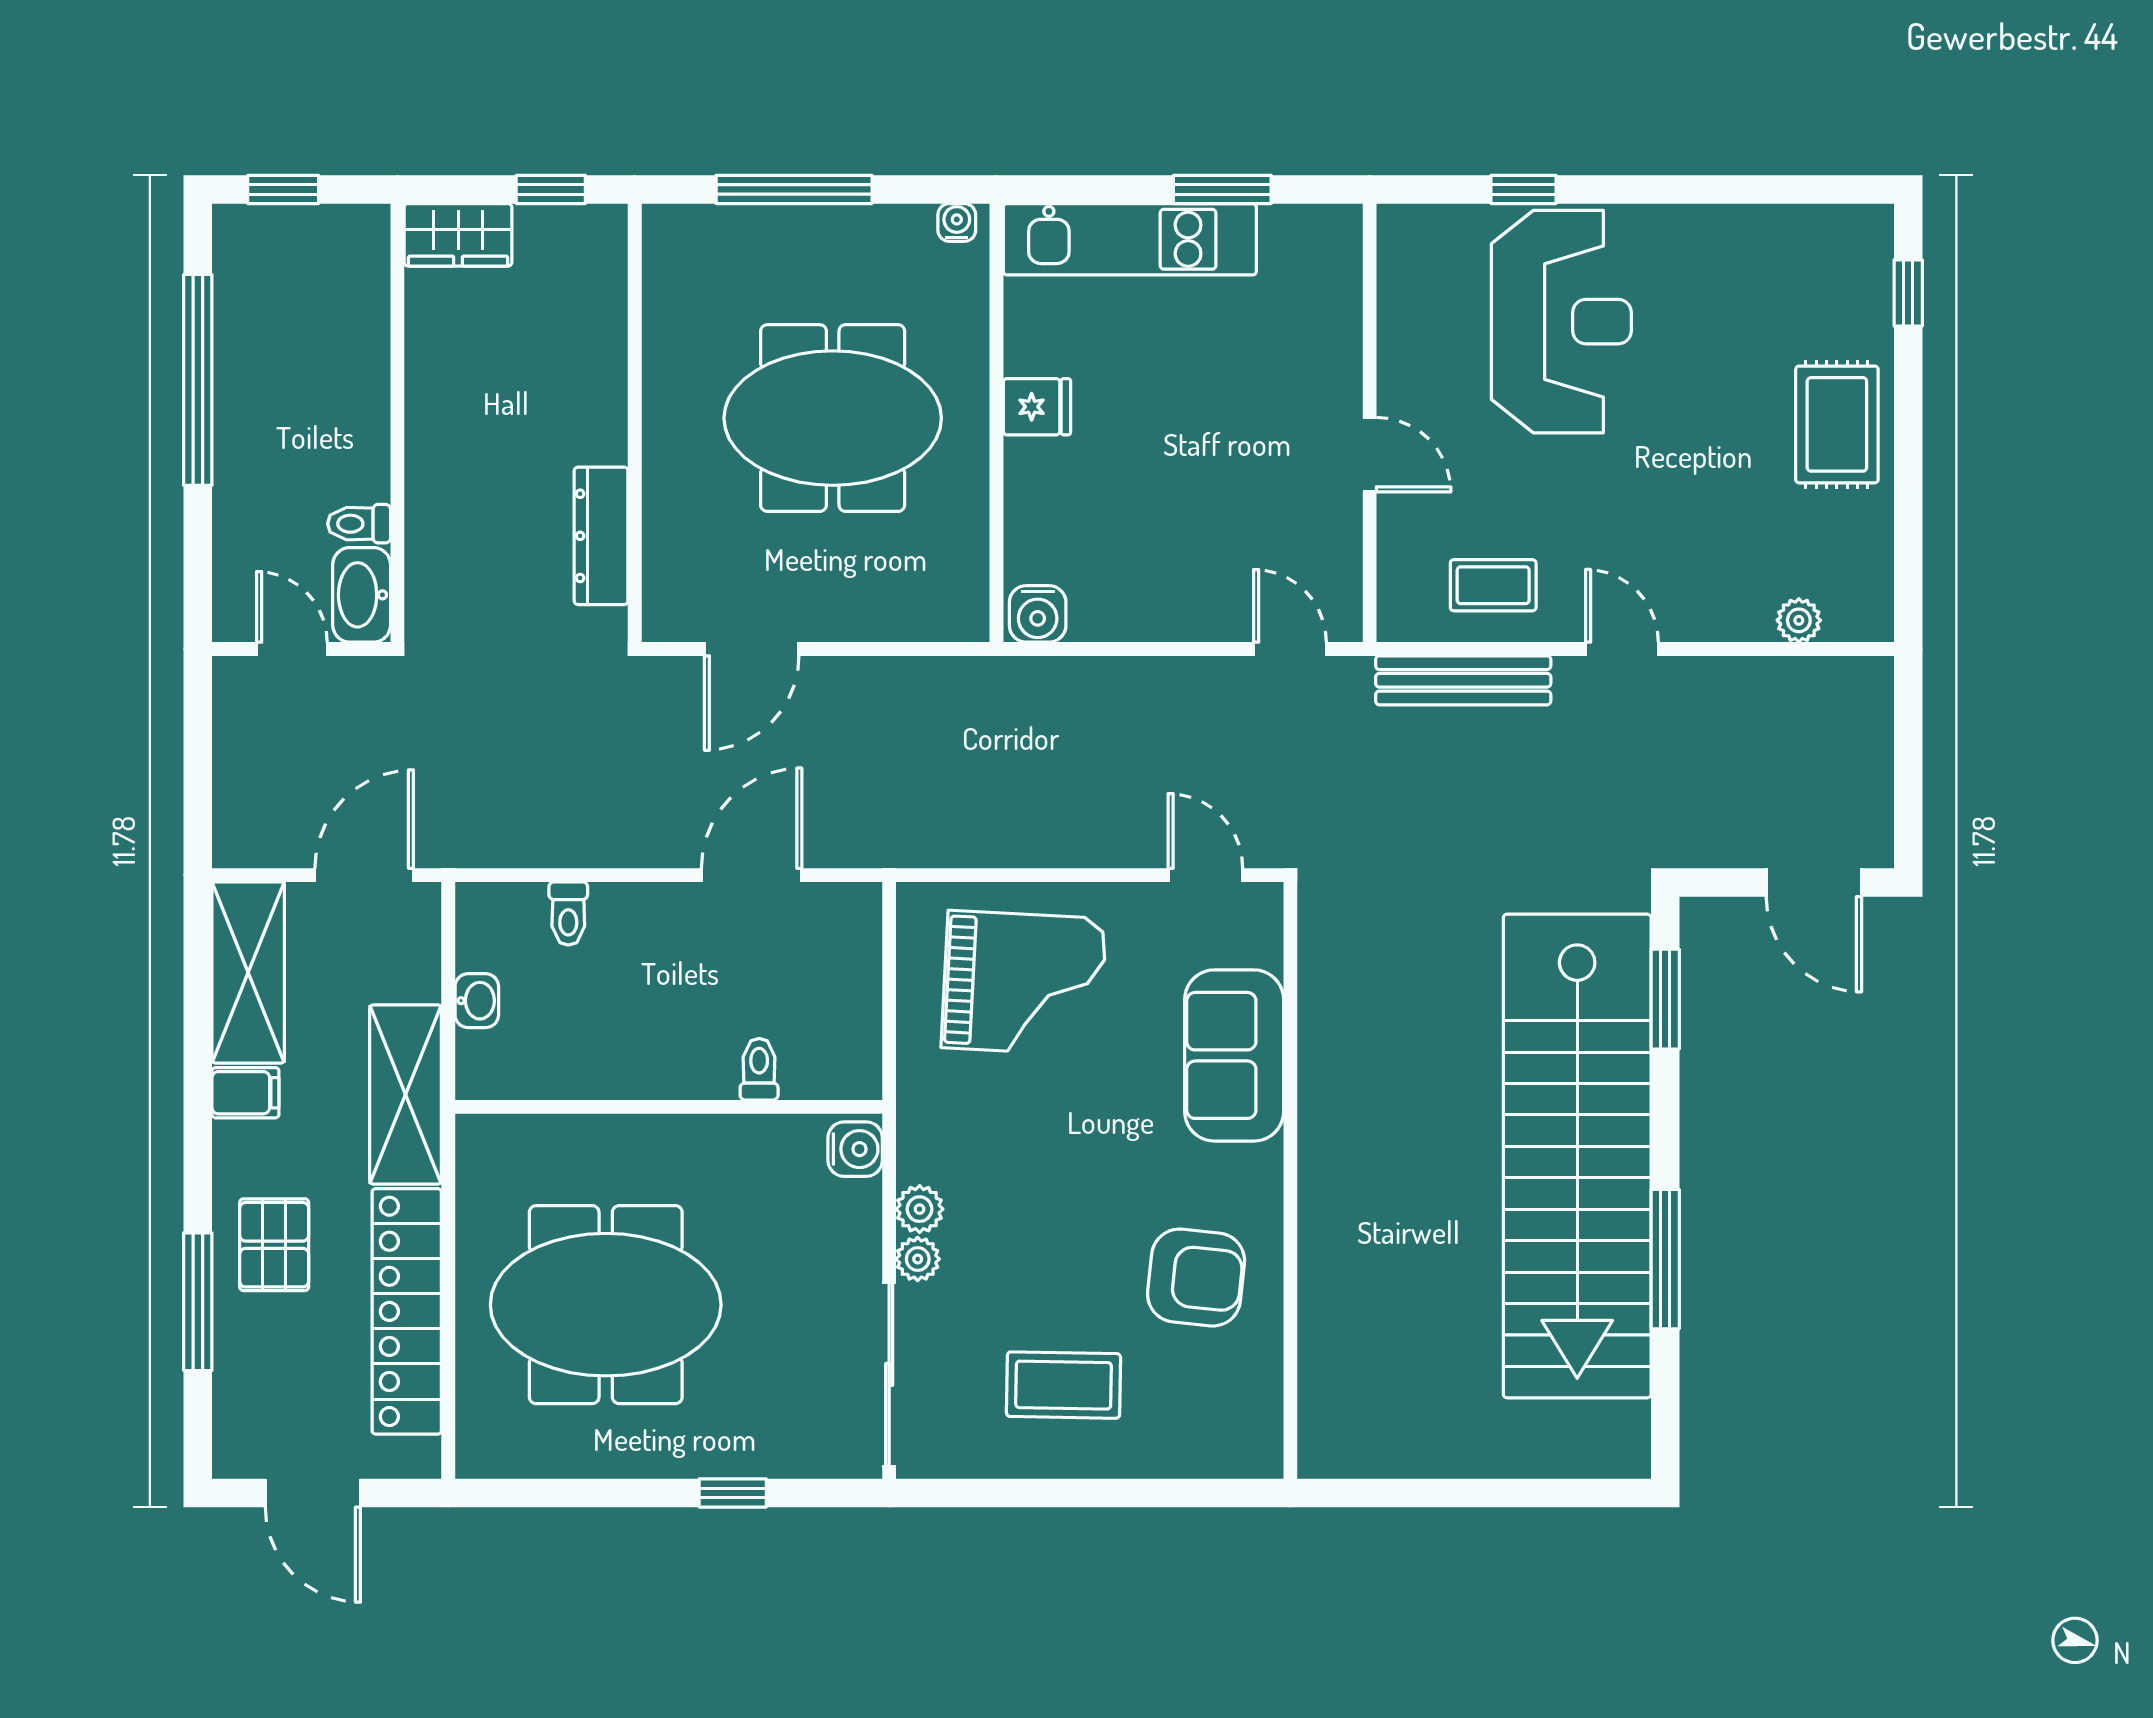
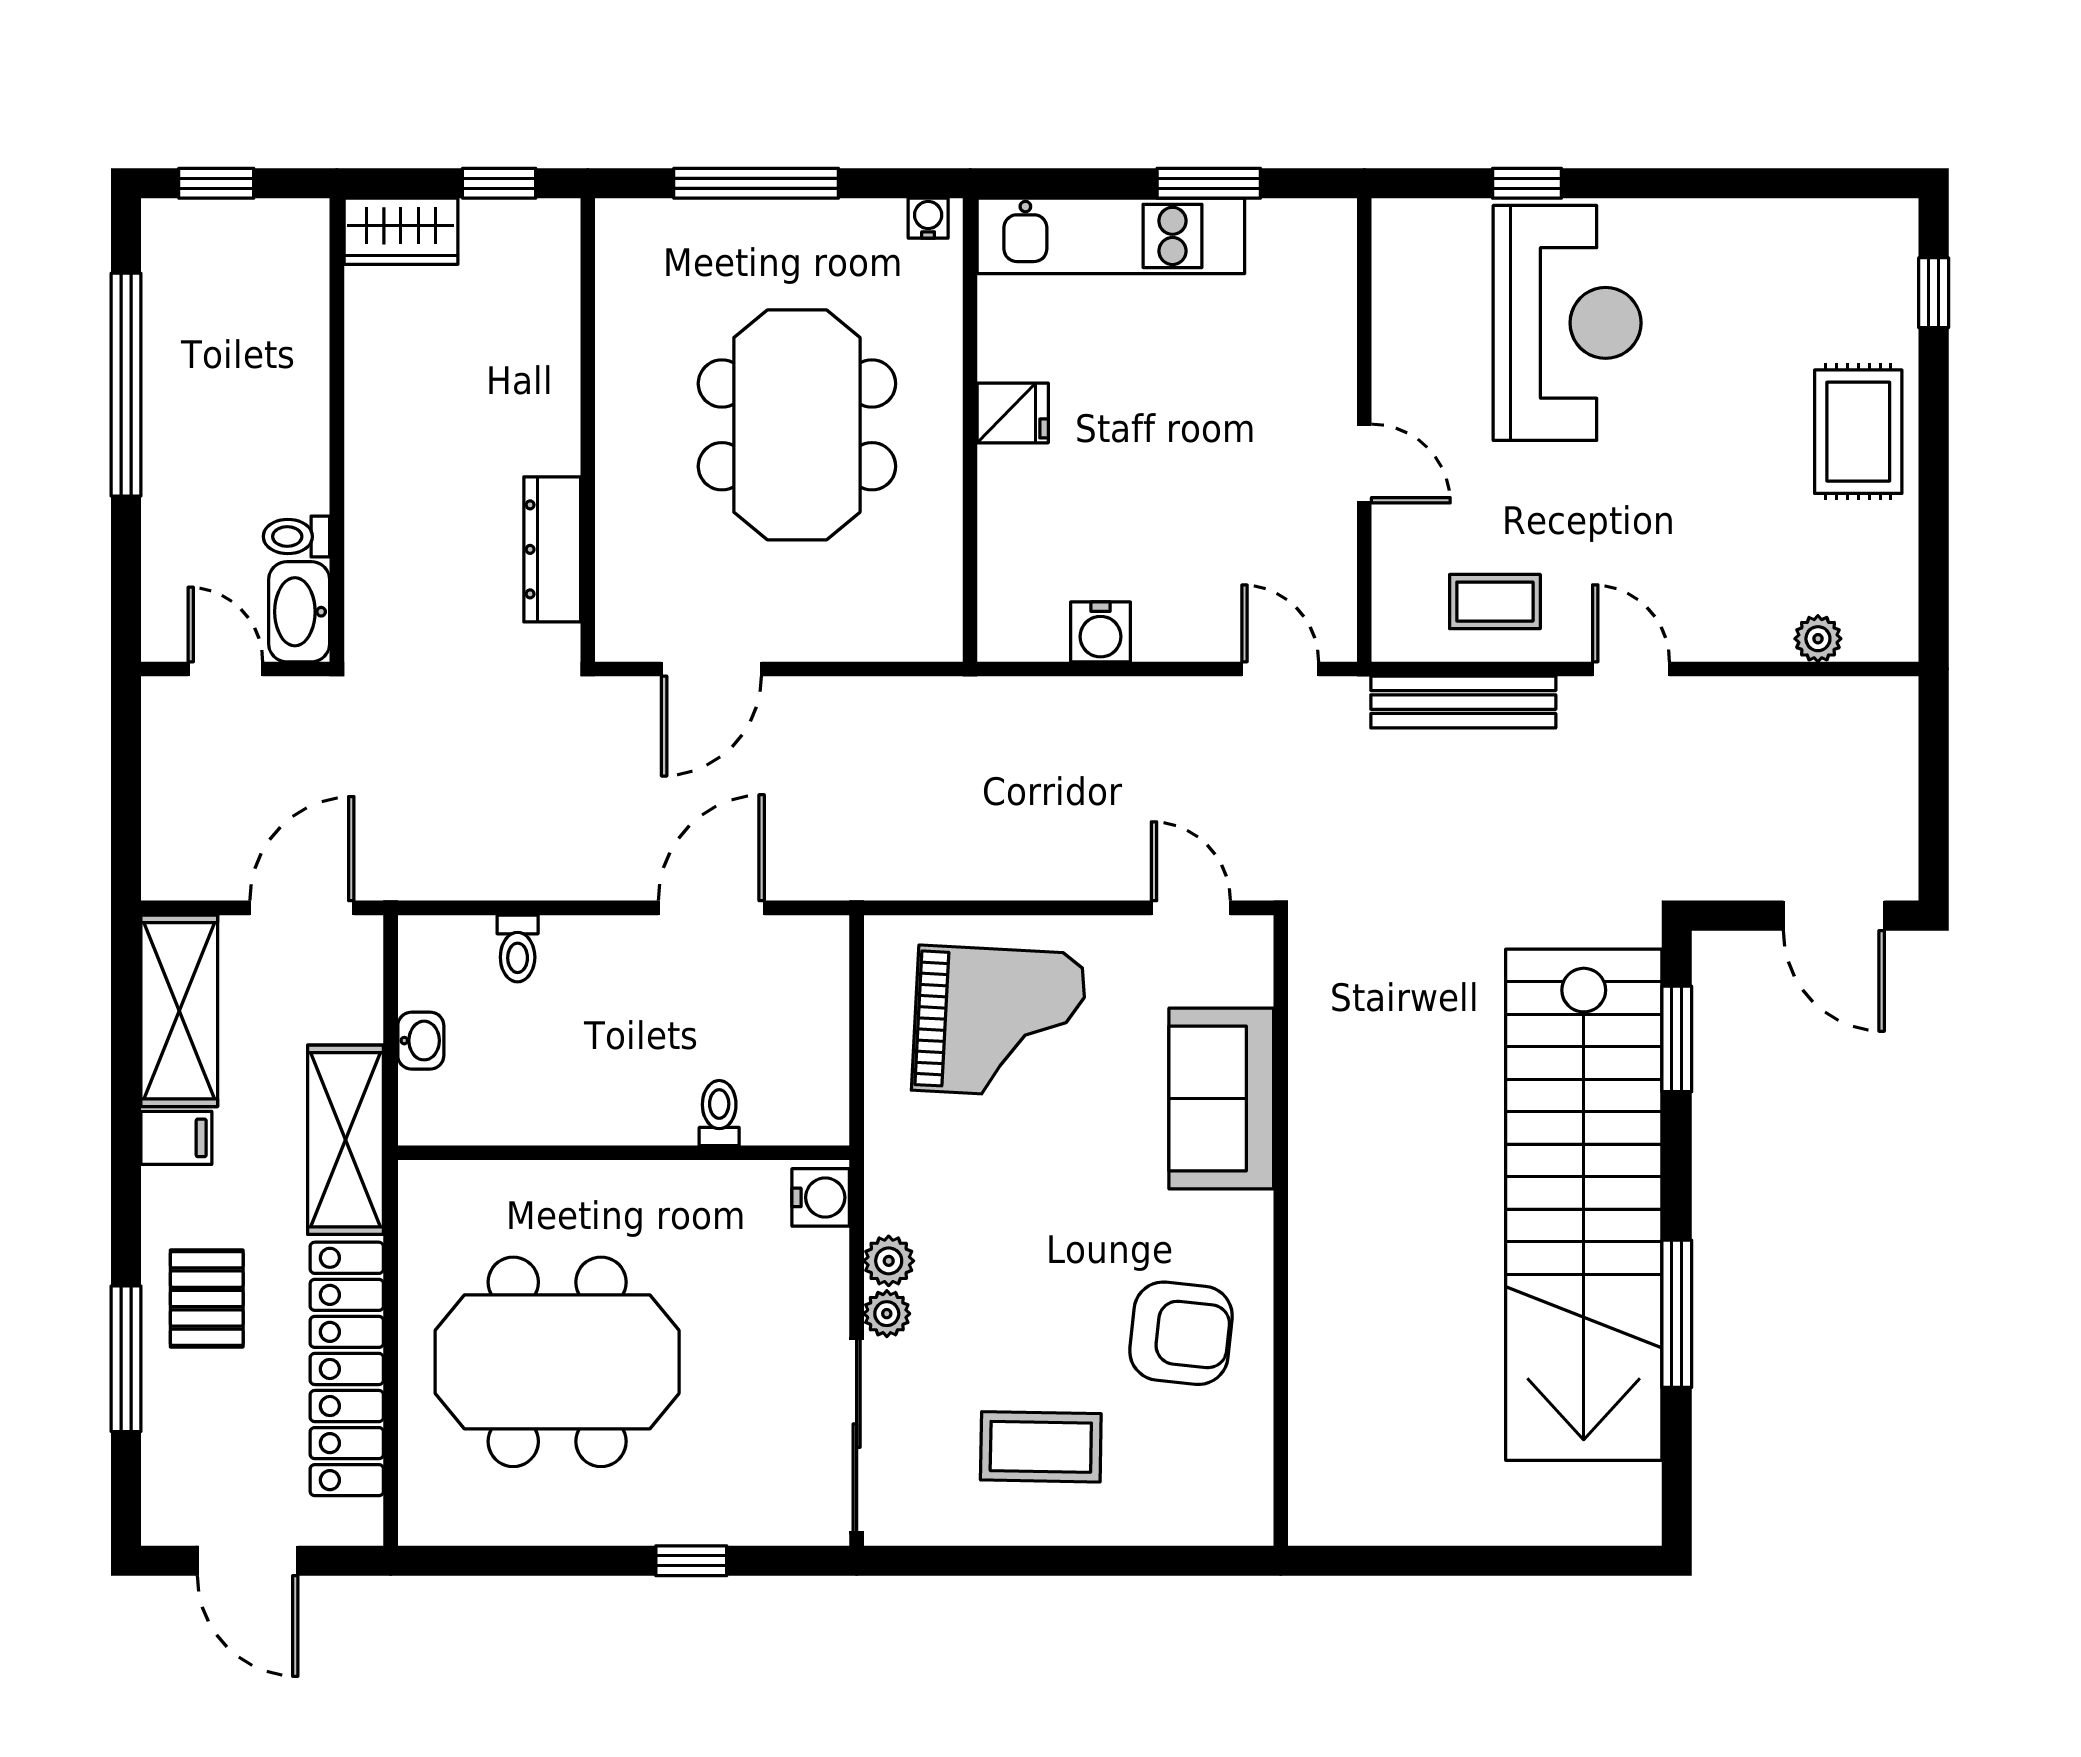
meeting table: (833, 418) -> (797, 425), turned 90
water cooler: (1038, 614) -> (1101, 632), moved

